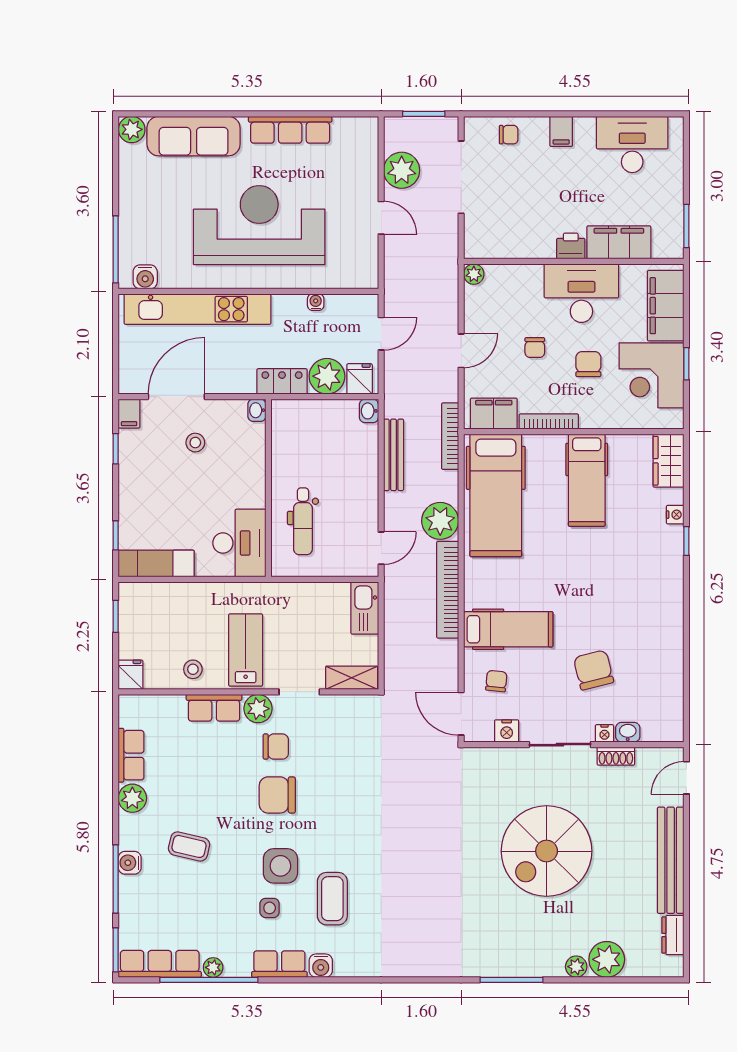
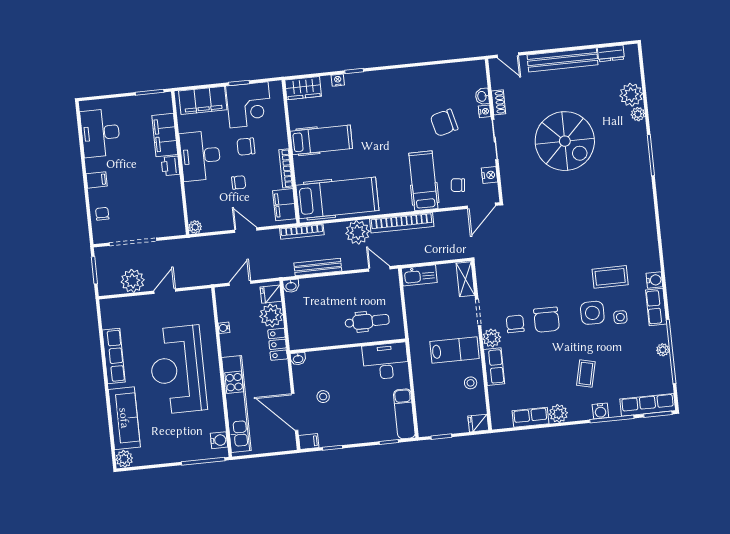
door: (381, 334) -> (240, 283), hinge flipped
lab bench: (246, 650) -> (454, 350), turned 180
row of seats: (160, 964) -> (648, 405), moved, turned 90

